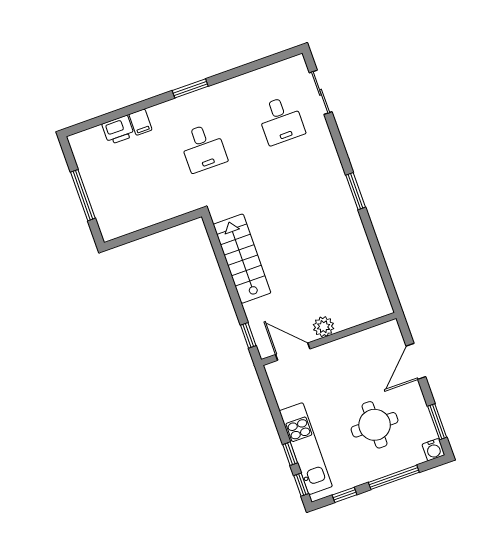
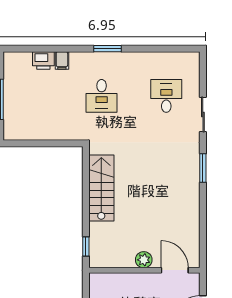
sliding door: (321, 92) -> (203, 115), moved
desk: (281, 120) -> (166, 96), turned 180
door: (293, 352) -> (175, 270), moved

